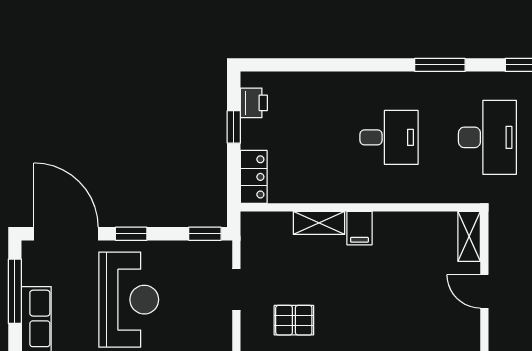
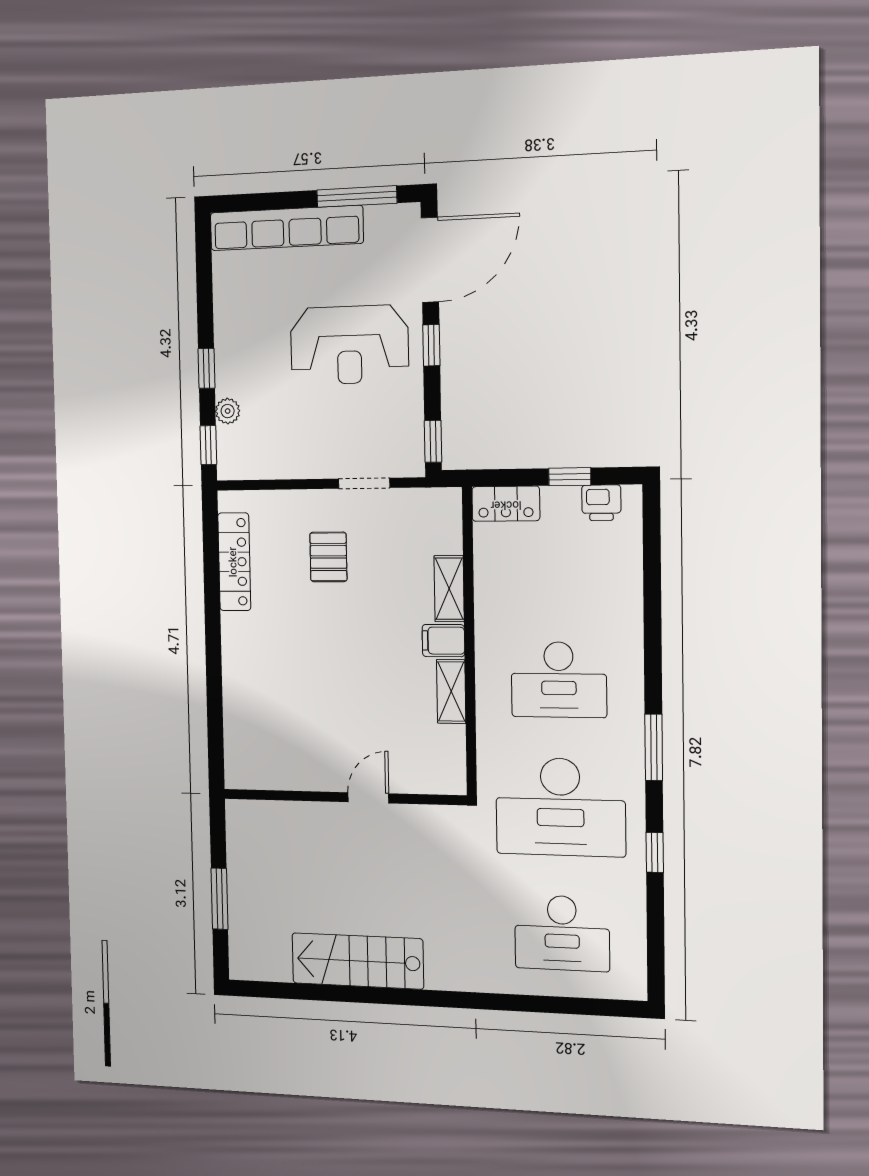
desk: (389, 137) -> (559, 680), width x1.37
desk: (487, 137) -> (560, 807), width x1.36, depth x1.30
shelving: (469, 236) -> (451, 691), moved, turned 90

